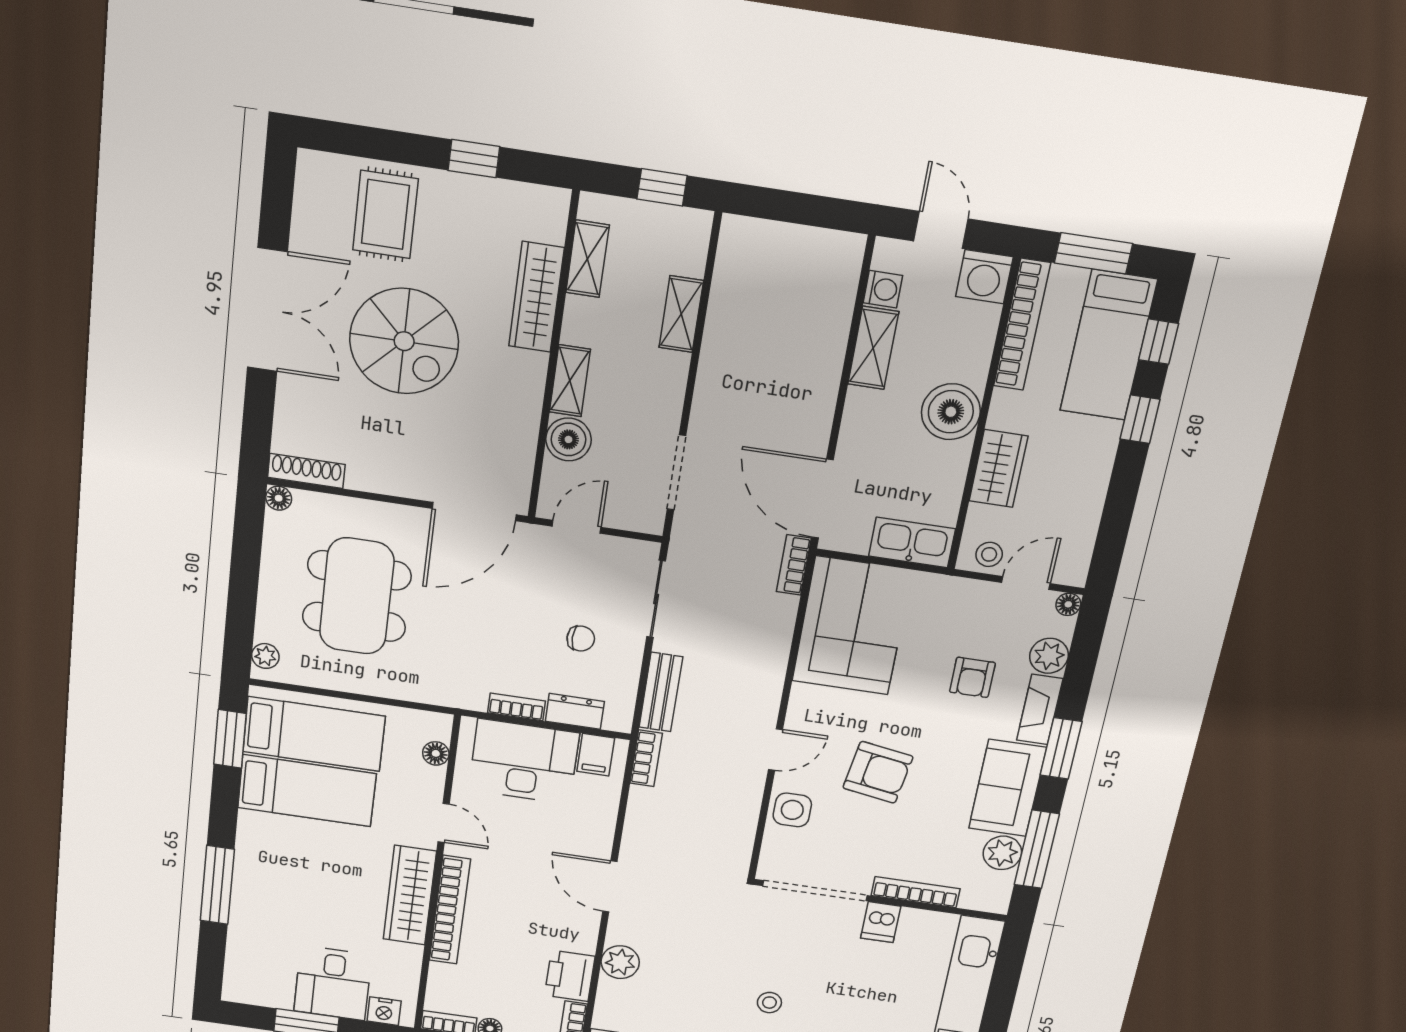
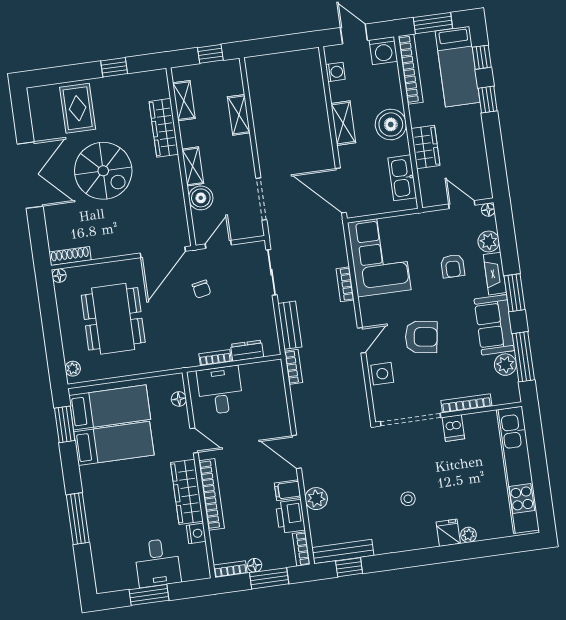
shelving: (873, 348) -> (343, 123), moved
kitchen sink: (912, 542) -> (402, 178), moved, turned -90
stool: (989, 554) -> (437, 195), removed
bookcase: (794, 565) -> (345, 284), moved
door: (1026, 583) -> (462, 205), hinge flipped
chair: (581, 639) -> (202, 289), moved, turned 79
filing cabinet: (596, 755) -> (288, 490), moved, turned 90
desk: (524, 761) -> (220, 390), width x0.73
nightstand: (384, 1011) -> (196, 533), moved, turned -90

